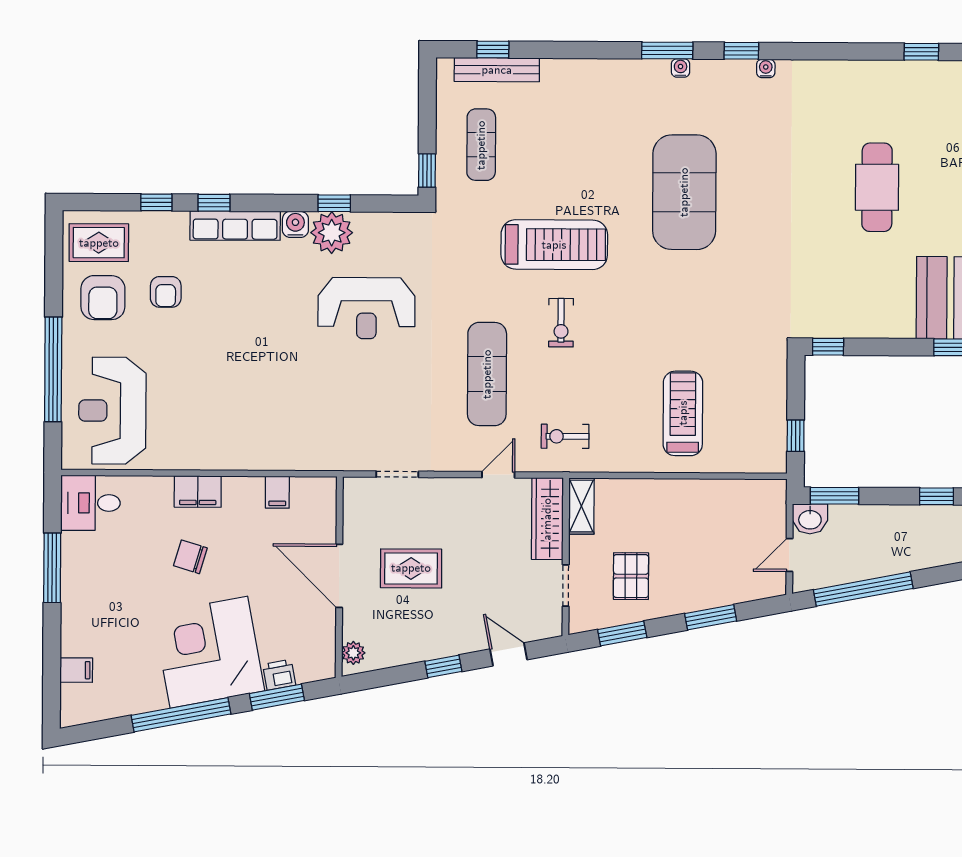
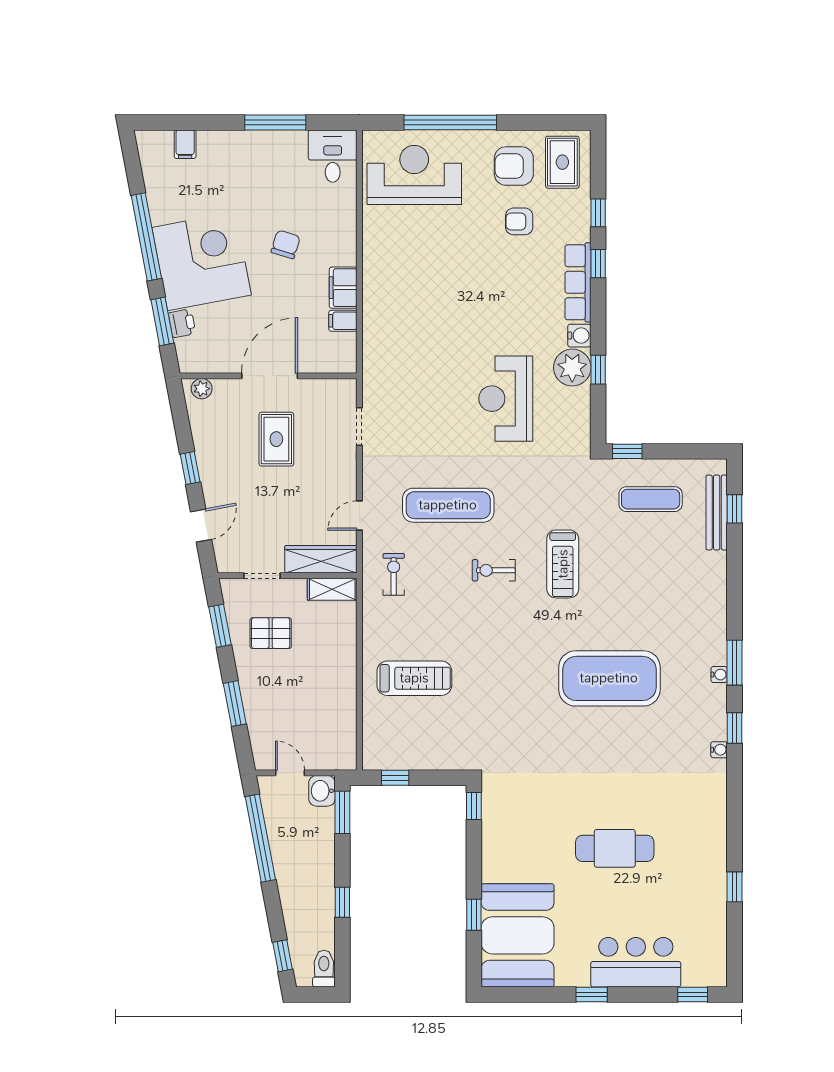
treadmill: (554, 245) -> (563, 564), width x0.73, depth x0.73
door: (498, 475) -> (359, 516), swing flipped
filing cabinet: (198, 492) -> (343, 288), moved

